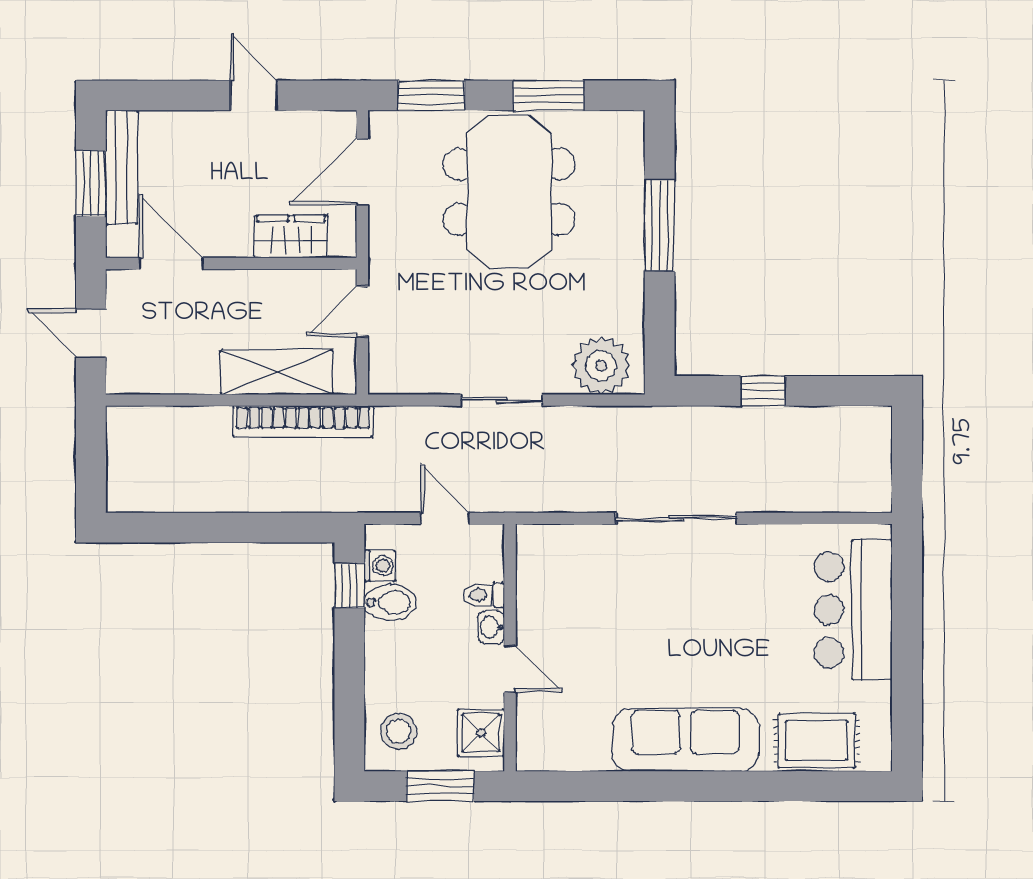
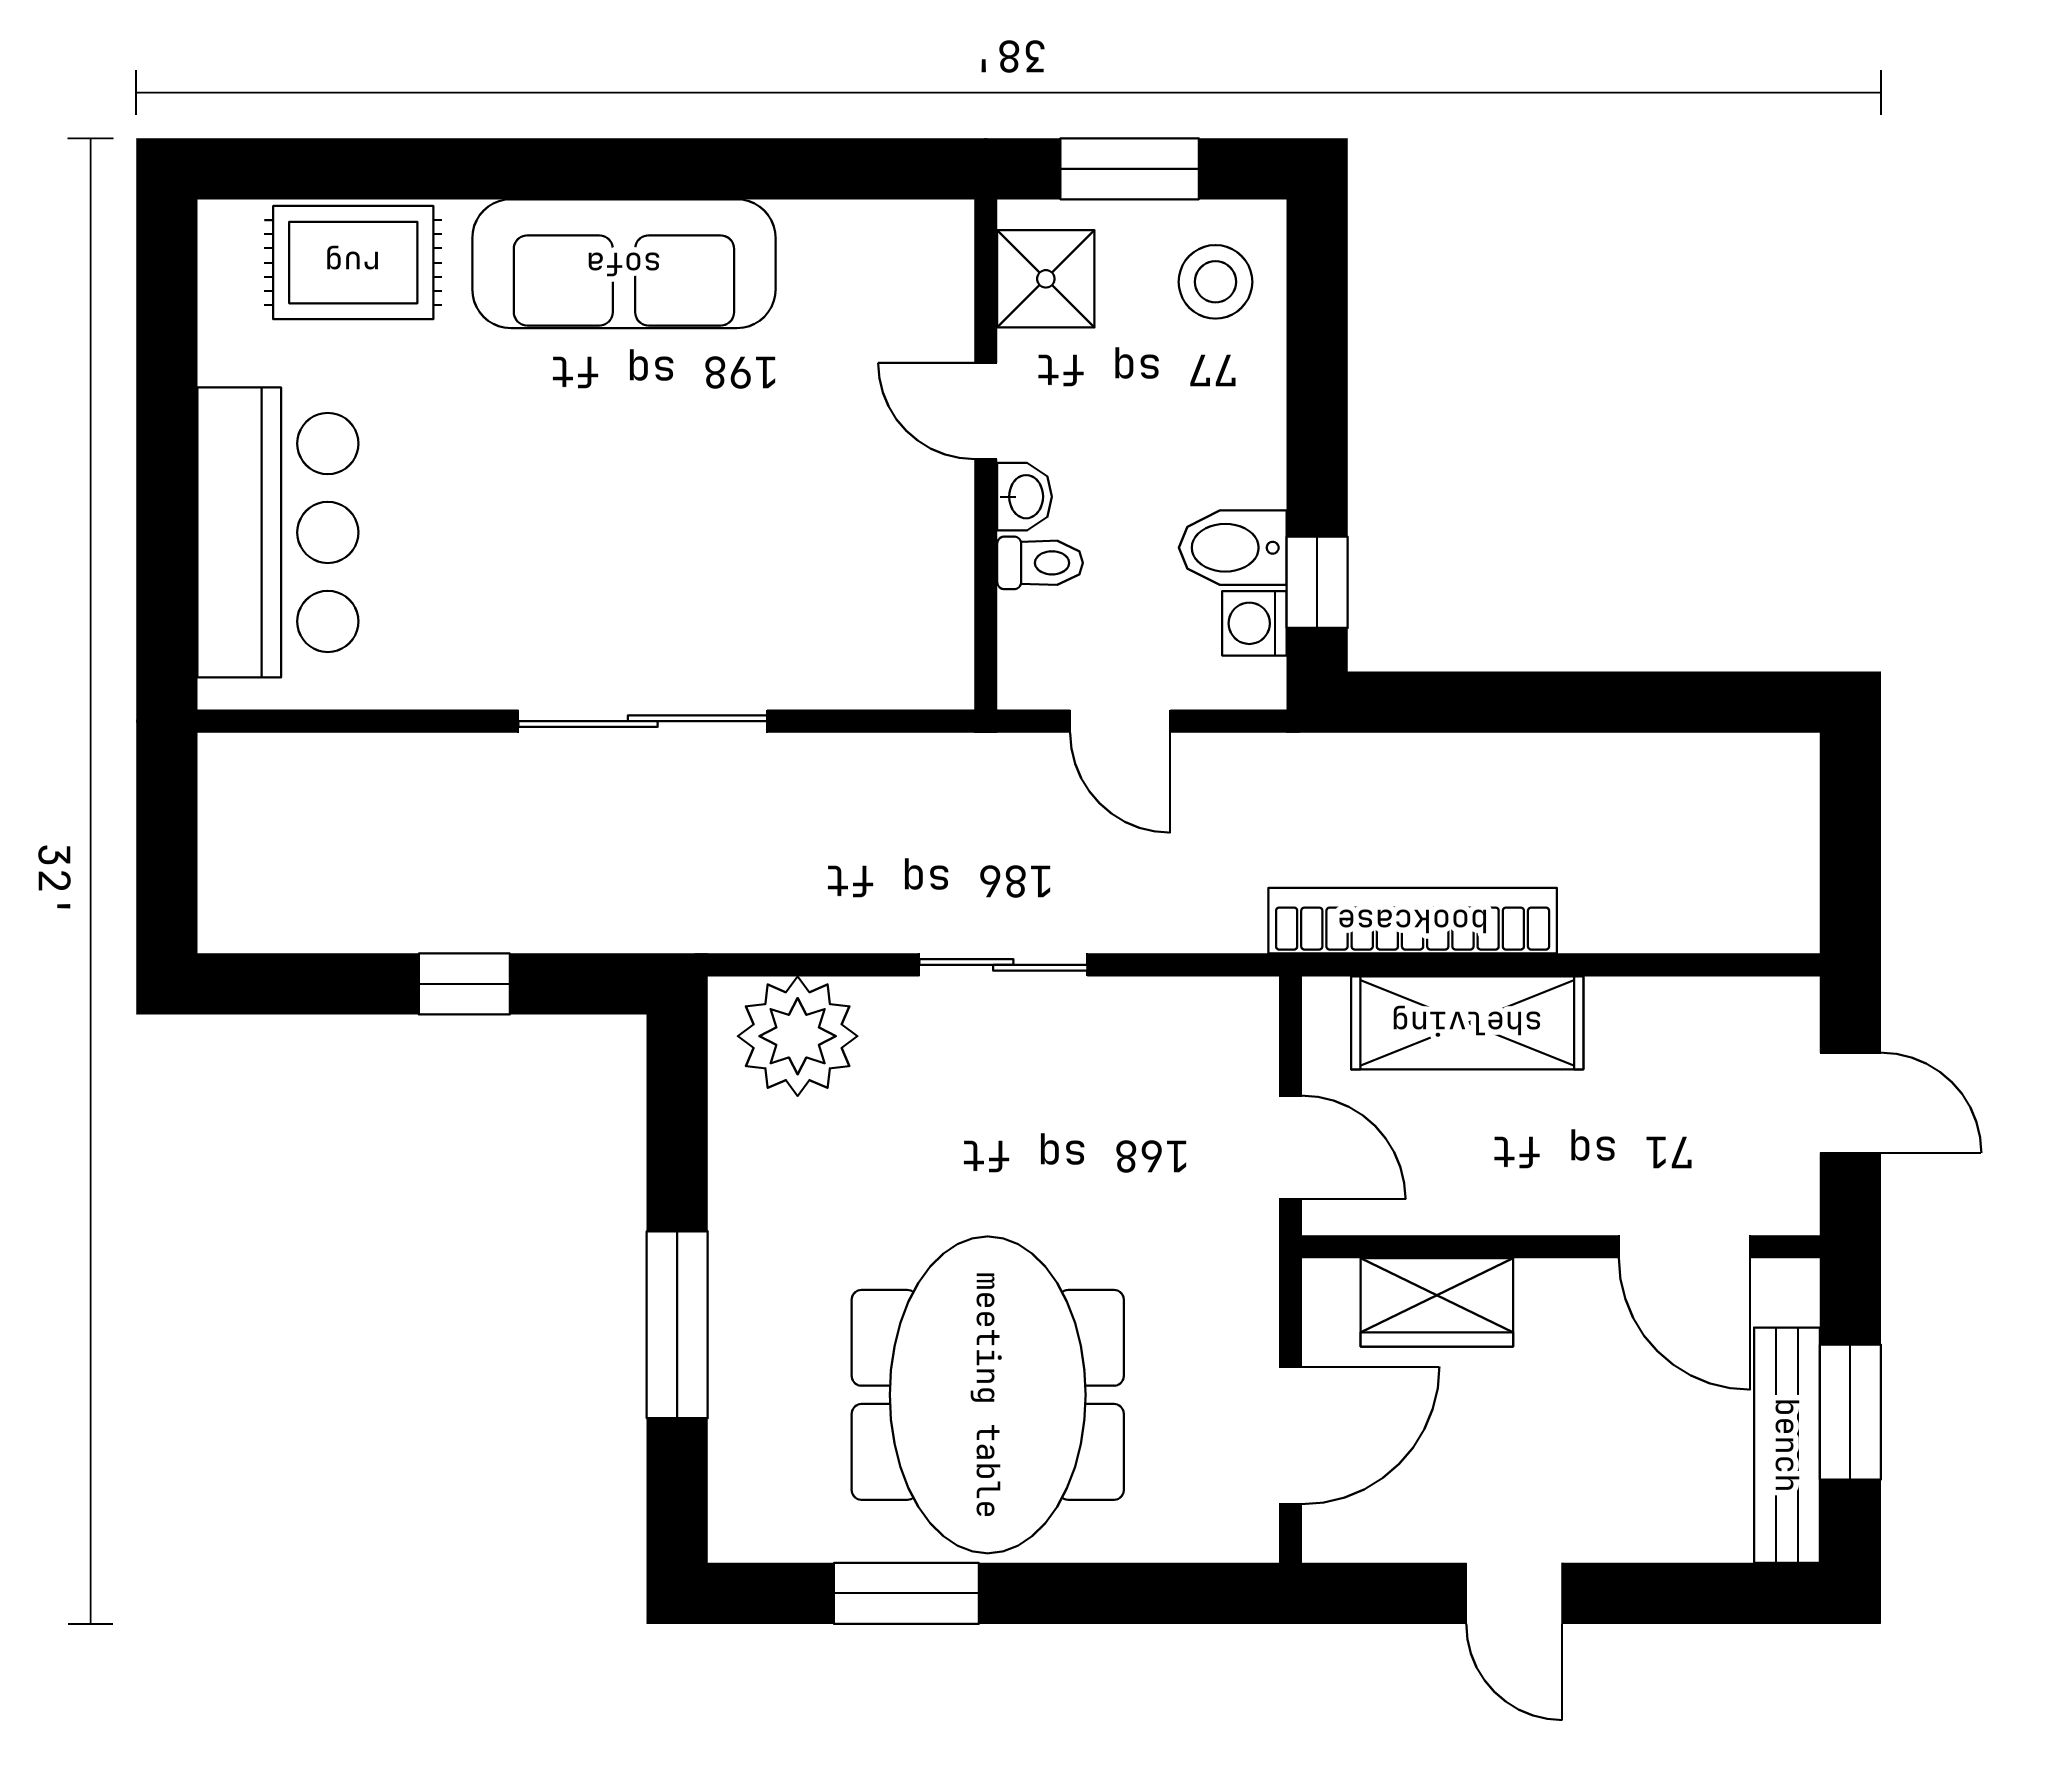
window: (431, 95) -> (1148, 1593), removed
door: (362, 312) -> (1291, 1147), hinge flipped

